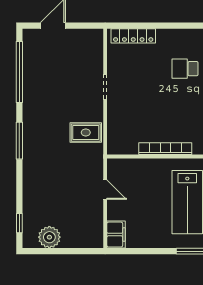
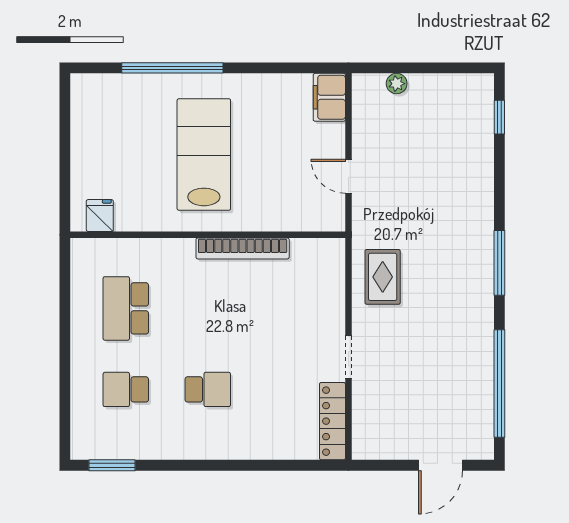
locker: (133, 36) -> (332, 421), moved, turned -90
rug: (86, 133) -> (383, 277), turned 90
plant: (49, 237) -> (397, 84), moved, width x0.53, depth x0.53

